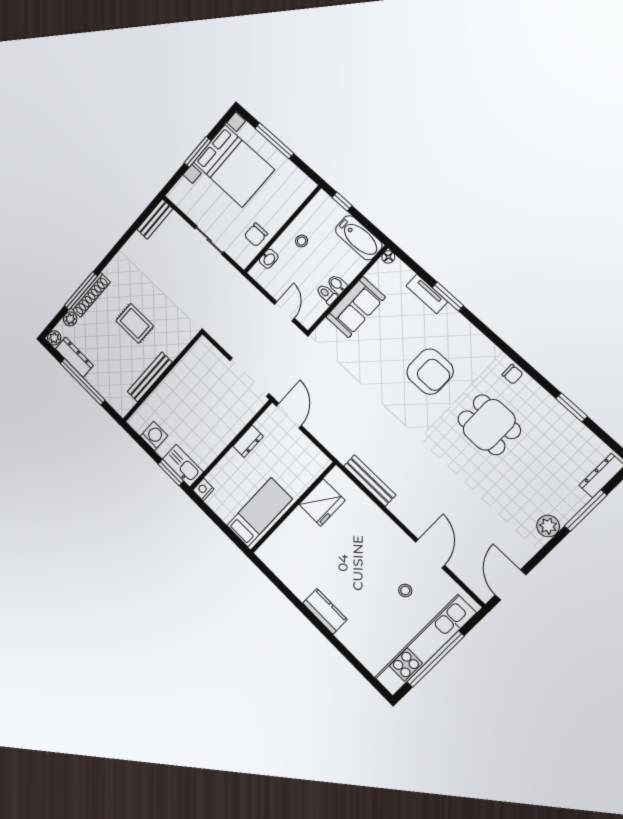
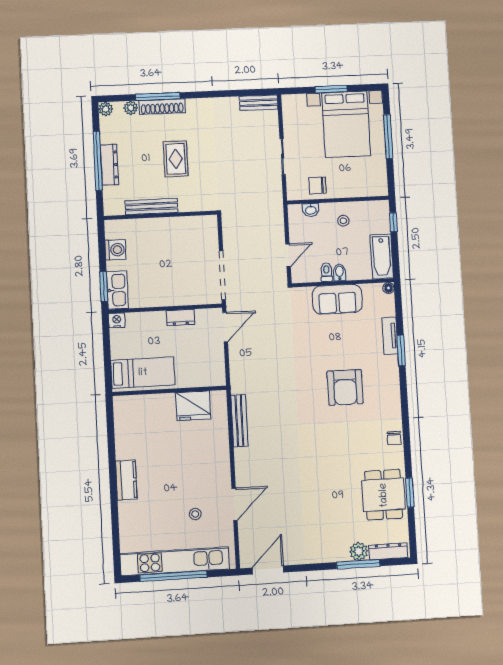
dresser: (74, 357) -> (109, 165), moved
dining table: (489, 425) -> (384, 495), moved
plant: (548, 526) -> (359, 551), moved

